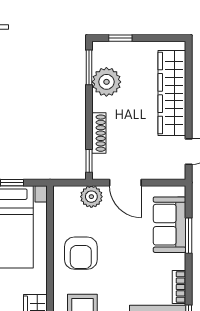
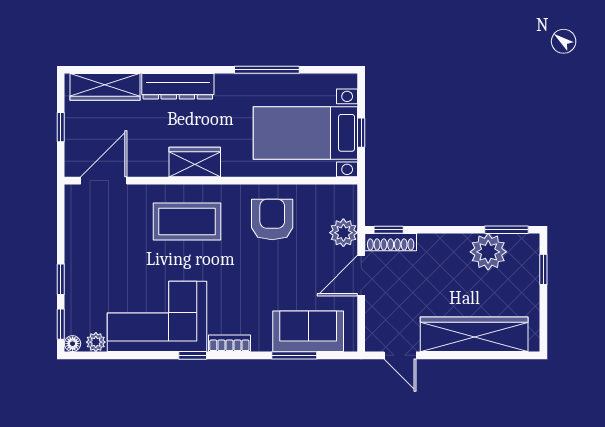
shoe rack: (99, 133) -> (391, 242), moved
armchair: (81, 253) -> (272, 219), turned 90

